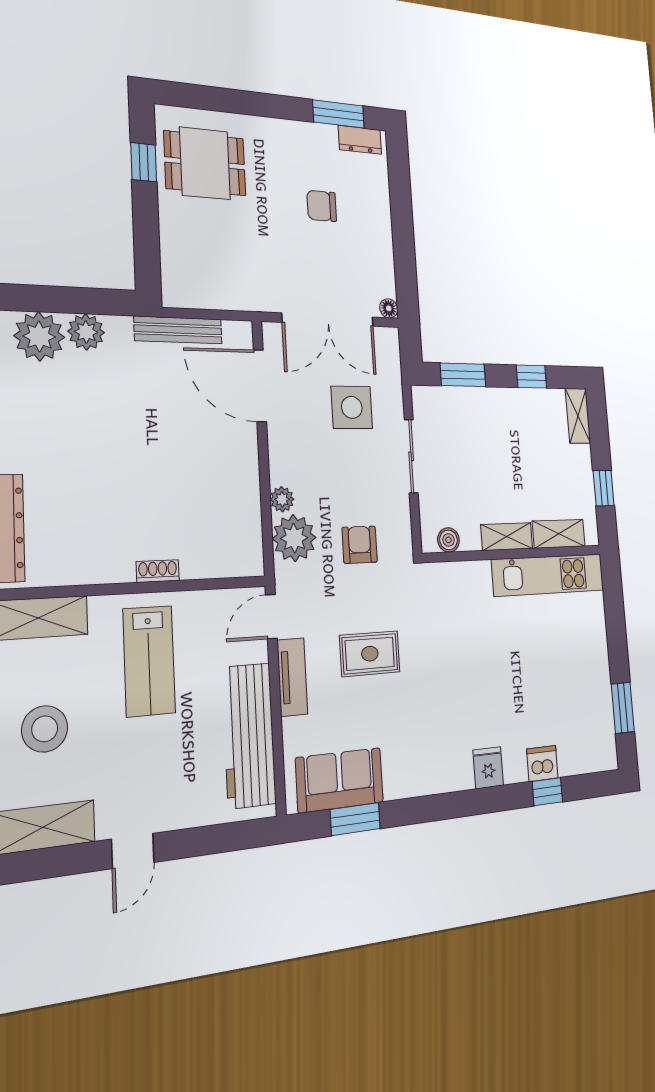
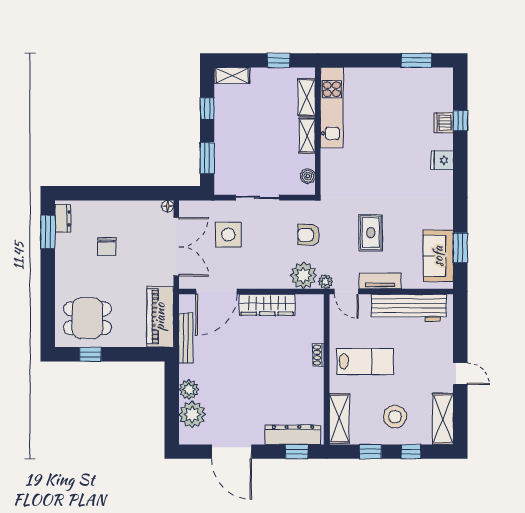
dining table: (205, 163) -> (87, 318), turned 90
piano: (213, 287) -> (160, 317), added
wardrobe: (242, 475) -> (267, 305), added
plant: (282, 499) -> (326, 282), moved

